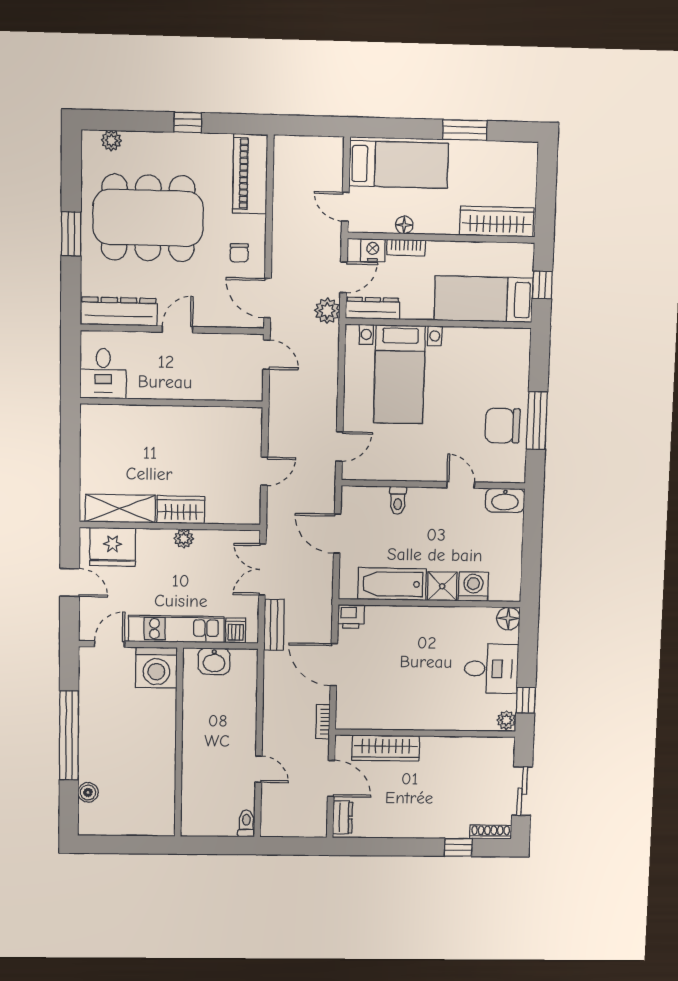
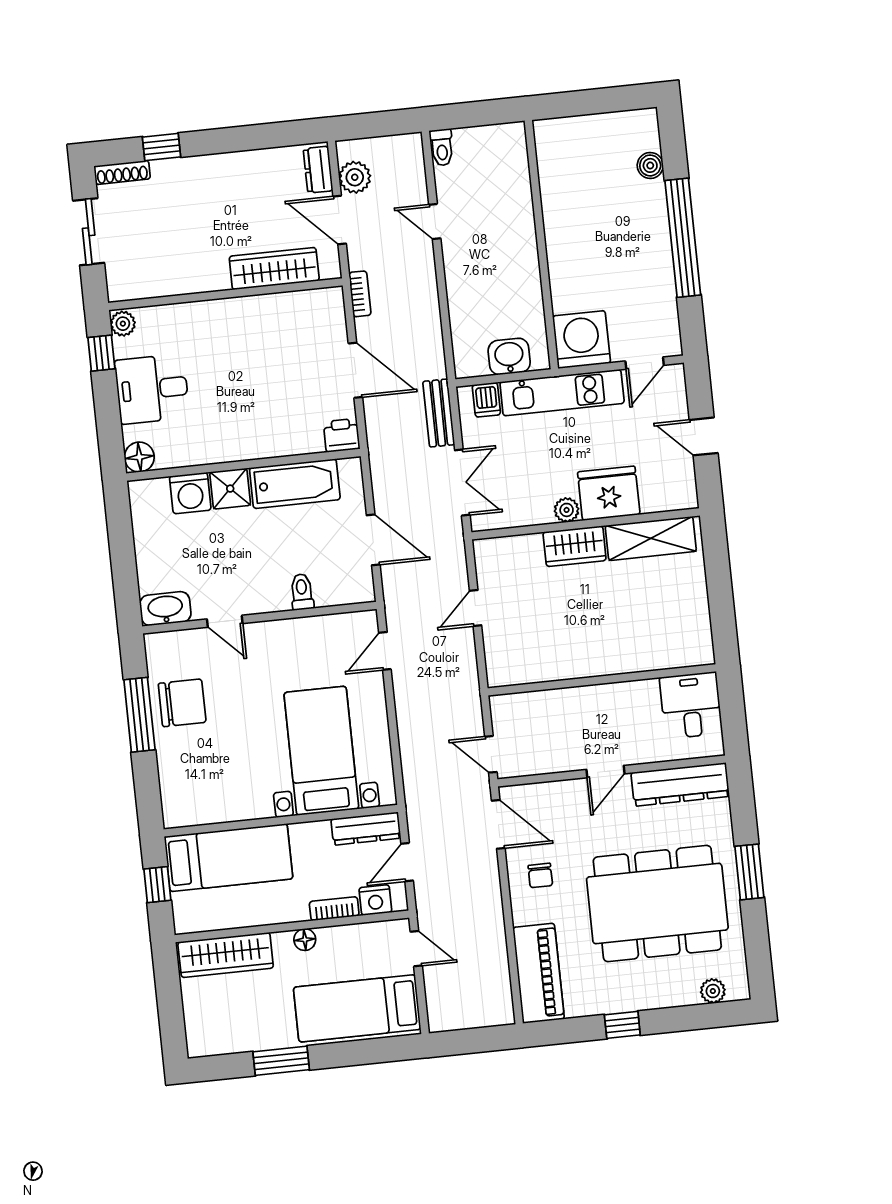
floor lamp: (404, 225) -> (305, 940), moved
chair: (239, 253) -> (540, 875), turned 180
plant: (327, 311) -> (355, 177), moved
fridge: (113, 547) -> (609, 493), moved

